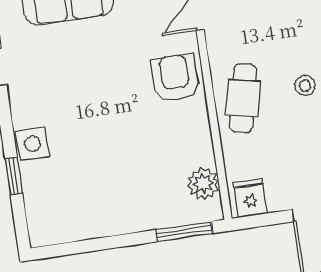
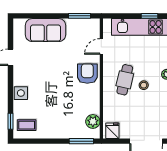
cafe table: (243, 98) -> (125, 80), moved
window: (14, 176) -> (11, 121), moved
coffee table: (56, 214) -> (27, 125), added

